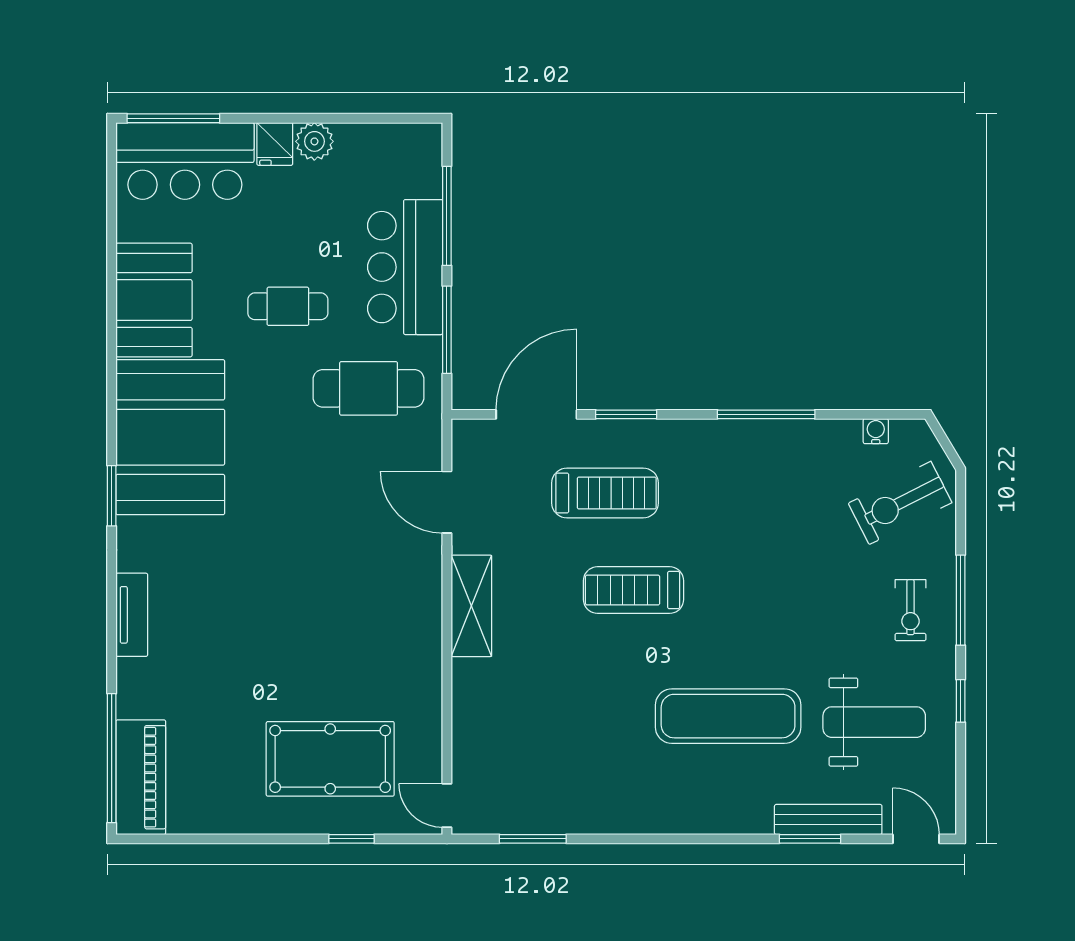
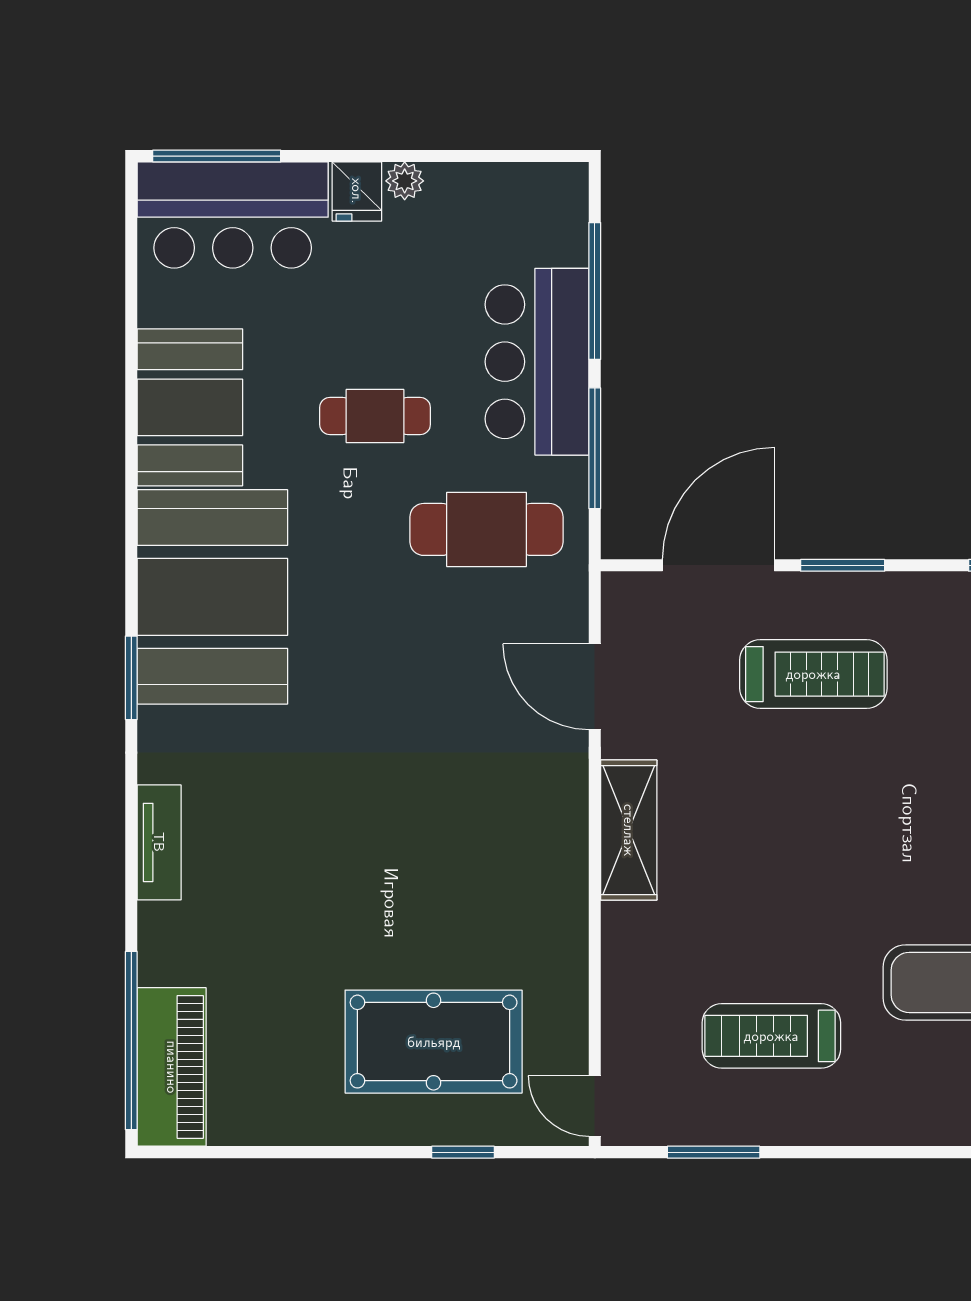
plant: (314, 141) -> (405, 181), width x0.73, depth x0.73
treadmill: (634, 590) -> (771, 1036), moved

